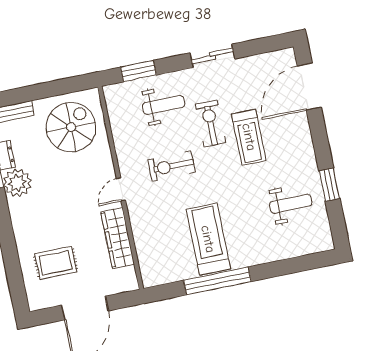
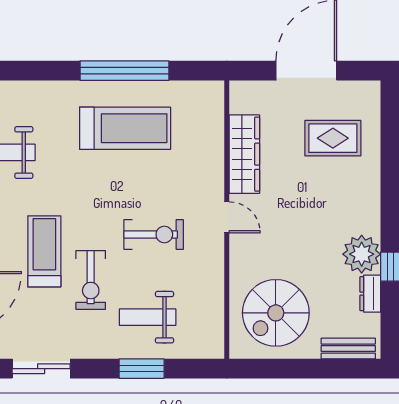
sliding door: (212, 56) -> (41, 369), moved
window: (138, 71) -> (142, 369), moved
door: (121, 189) -> (227, 217), hinge flipped
treadmill: (208, 239) -> (125, 128), turned -90

